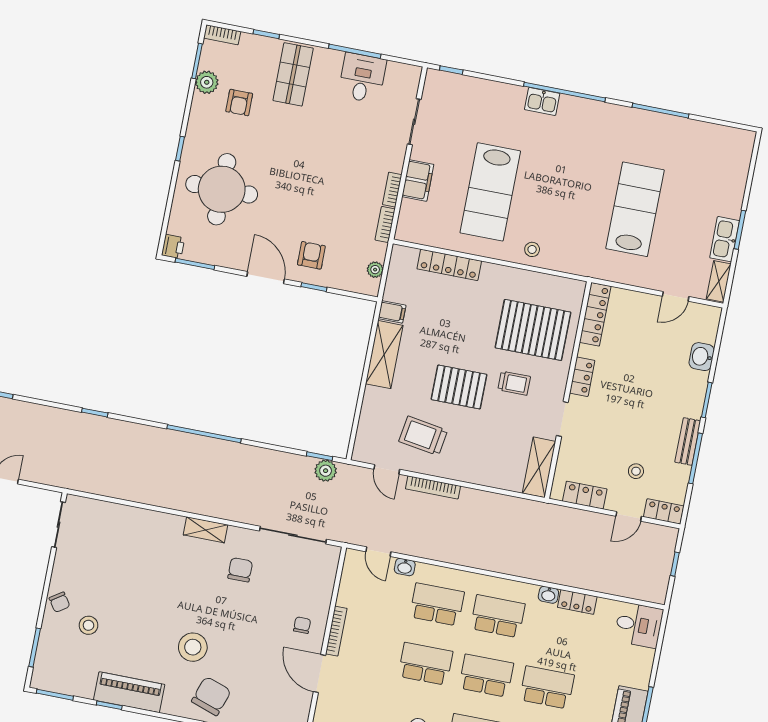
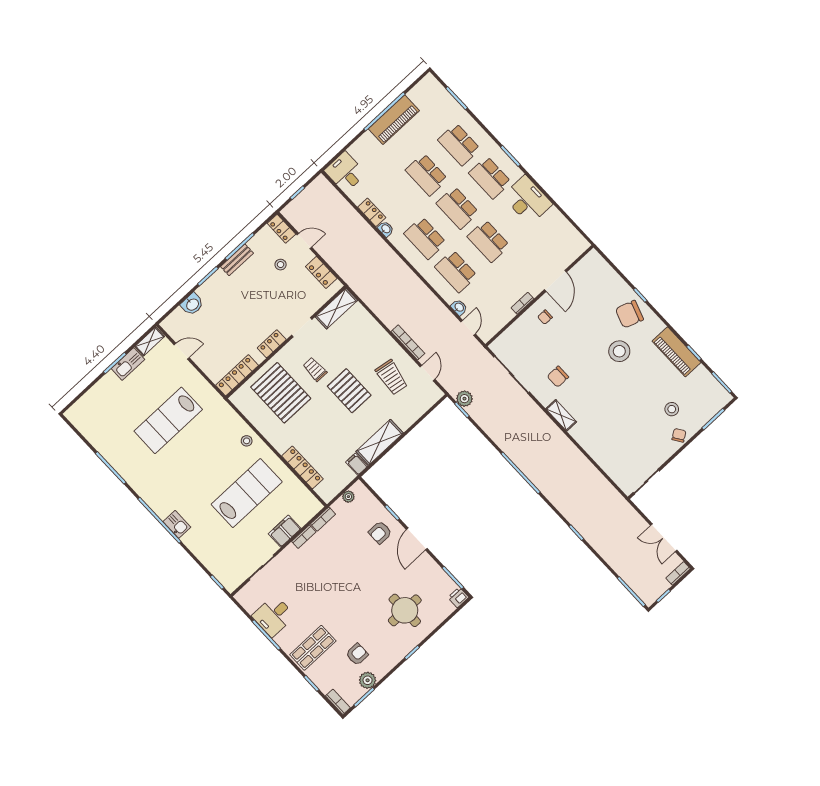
round table: (222, 189) -> (405, 610), width x0.73, depth x0.73
bookcase: (336, 631) -> (522, 303), width x0.64

